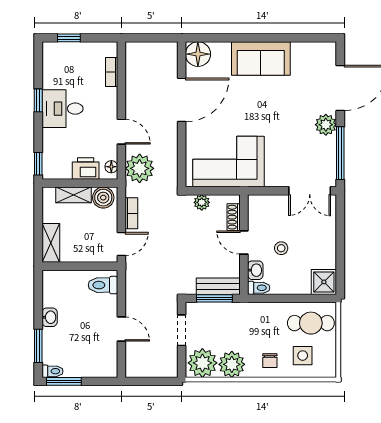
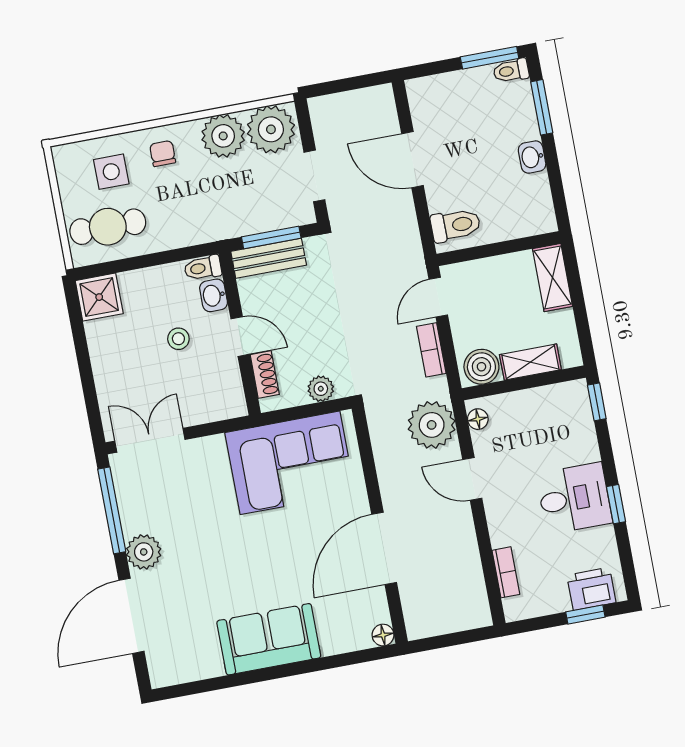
floor lamp: (198, 54) -> (383, 635), width x0.53, depth x0.53
printer: (86, 168) -> (591, 589), moved, turned 180
door: (121, 329) -> (412, 160), width x1.38

